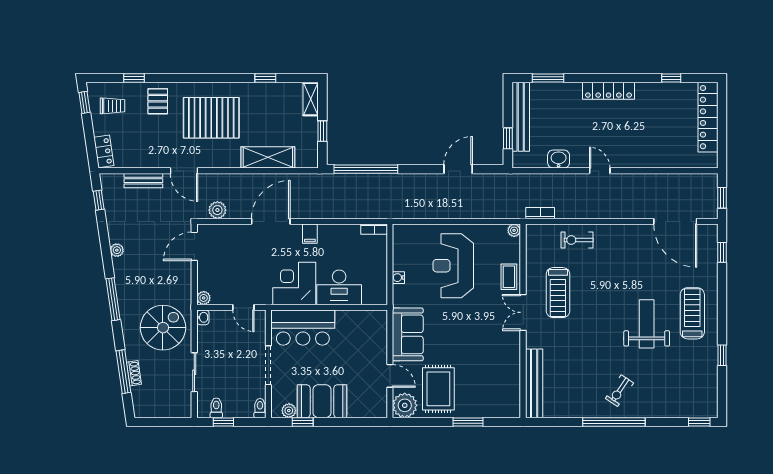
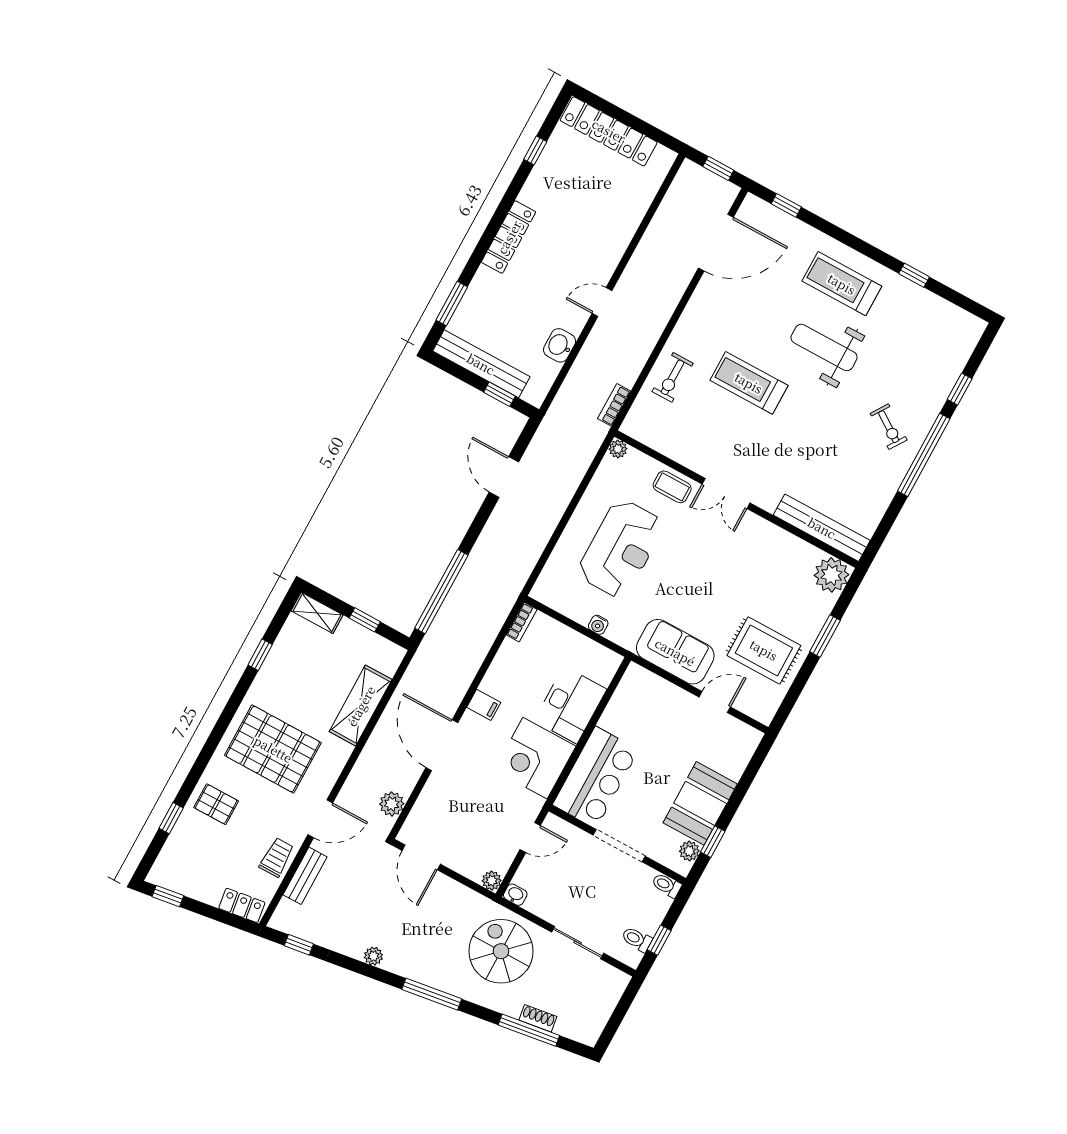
trolley: (113, 106) -> (277, 857), moved
pallet: (211, 118) -> (273, 749), turned 90
reception desk: (453, 266) -> (621, 549), turned -90
treadmill: (558, 293) -> (749, 383), moved, turned 180
plant: (405, 405) -> (831, 575), moved
window: (699, 422) -> (960, 389), moved

